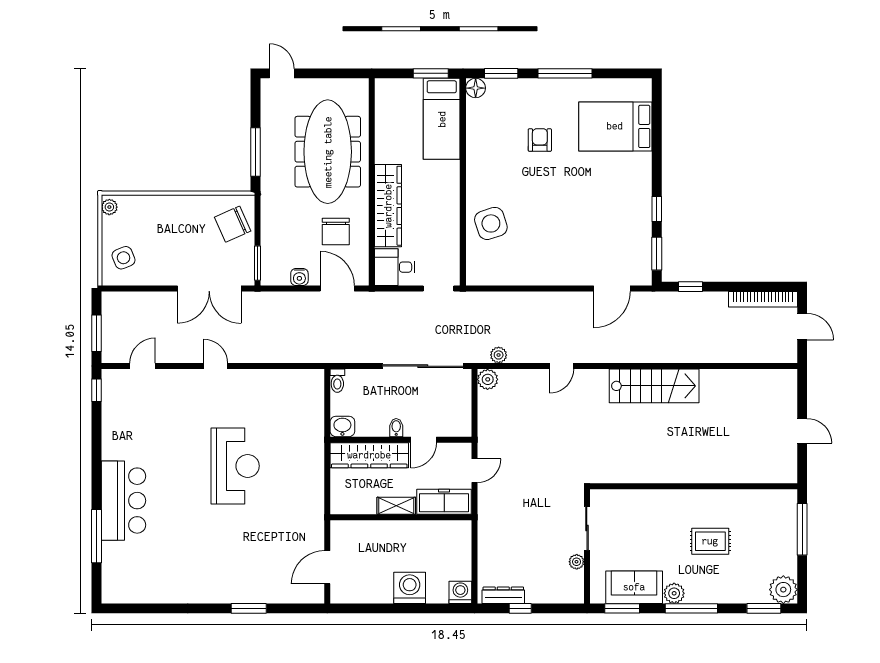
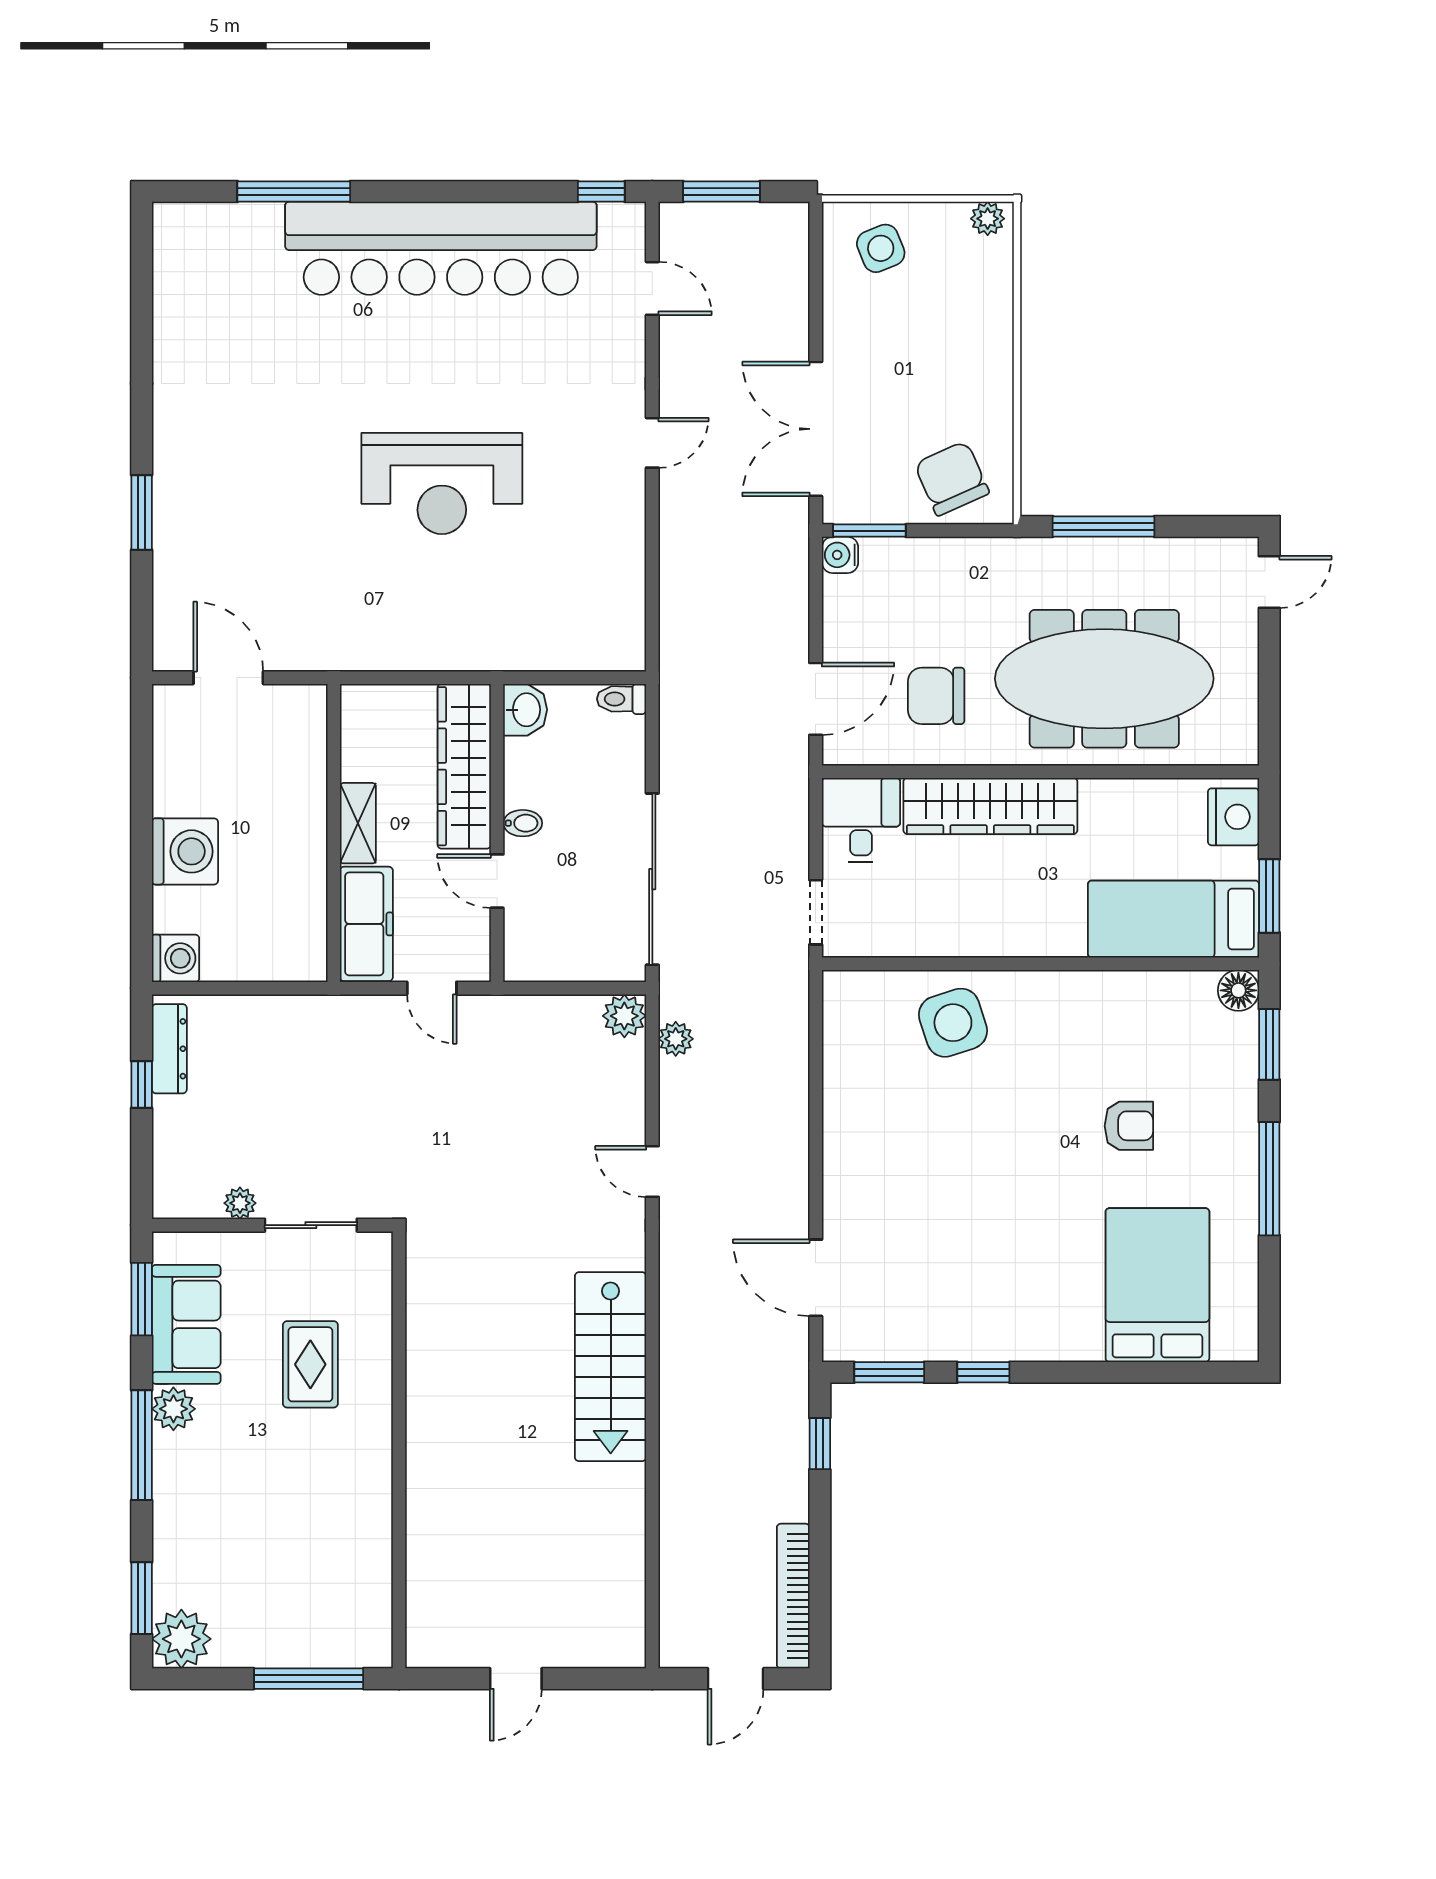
nightstand: (393, 90) -> (1233, 817), added
water cooler: (299, 277) -> (840, 555), moved
bar counter: (123, 501) -> (441, 248), width x1.86
rug: (710, 541) -> (310, 1364), moved

